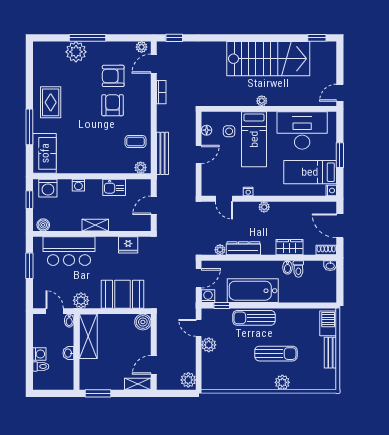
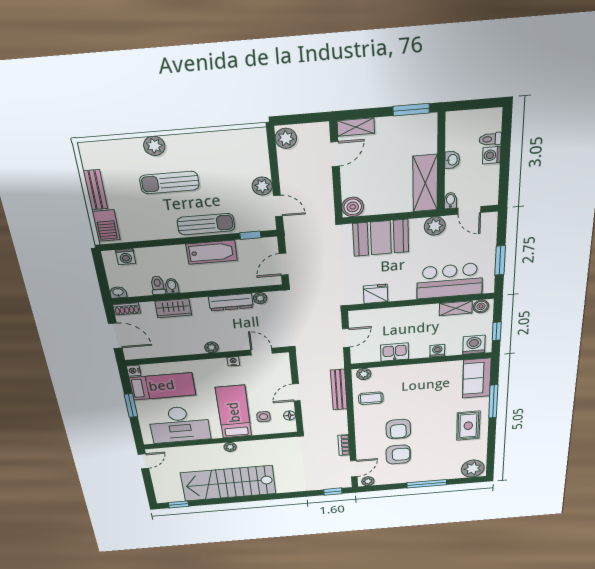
plant: (76, 52) -> (473, 469), moved
shelving: (95, 225) -> (456, 308), moved
bathtub: (253, 291) -> (212, 252), width x0.73, depth x0.73
washing machine: (208, 296) -> (126, 257), moved

